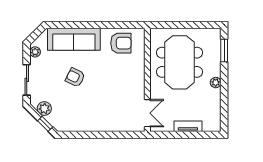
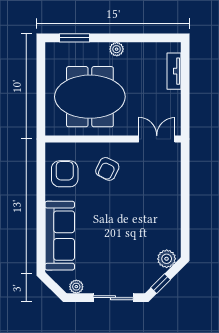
armchair: (75, 77) -> (107, 169), moved
plant: (44, 109) -> (167, 259), moved
window: (45, 124) -> (161, 284), moved
tv unit: (188, 126) -> (174, 71), moved

